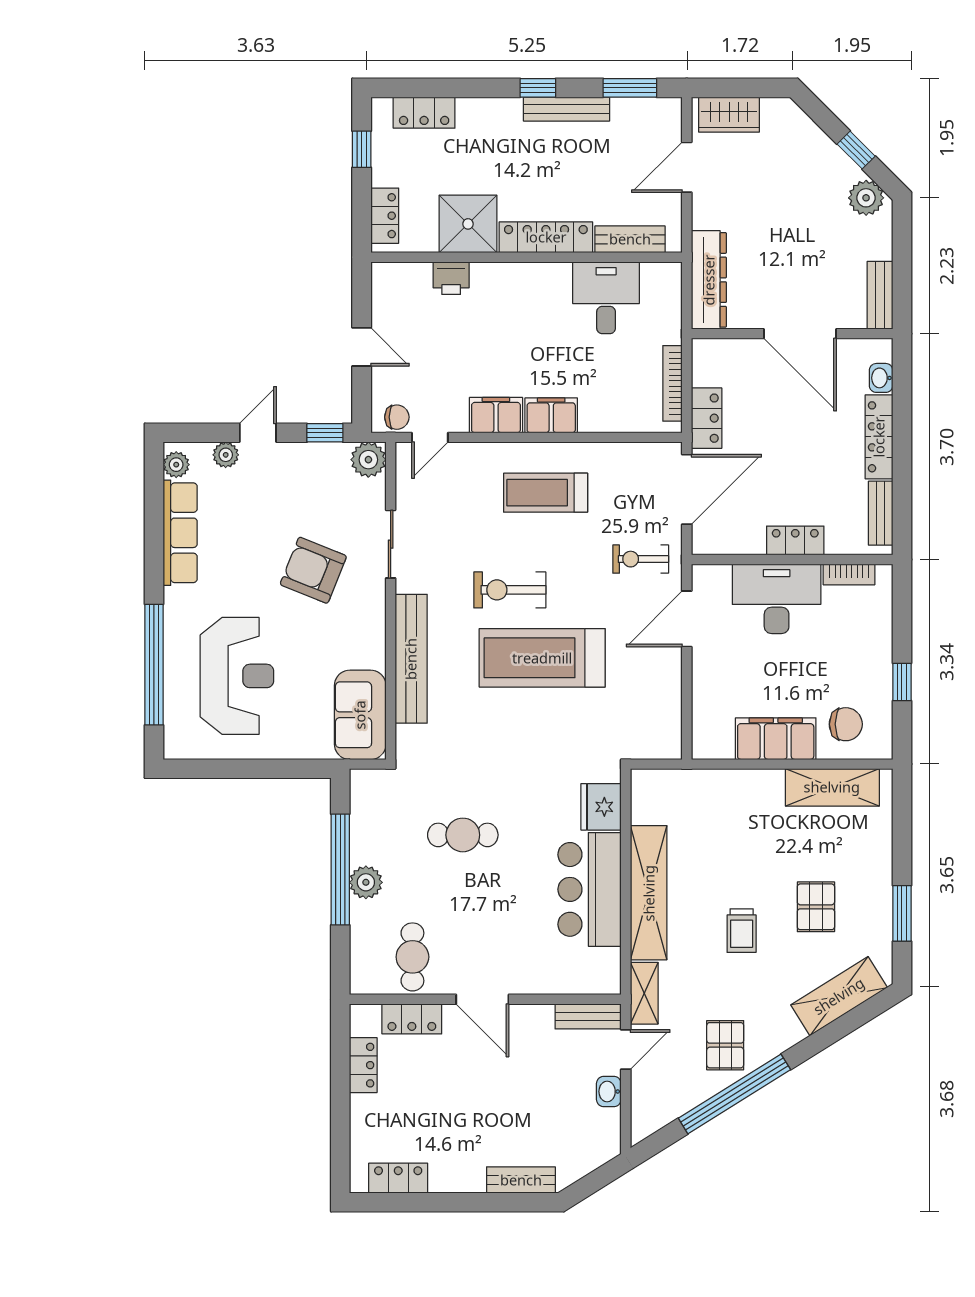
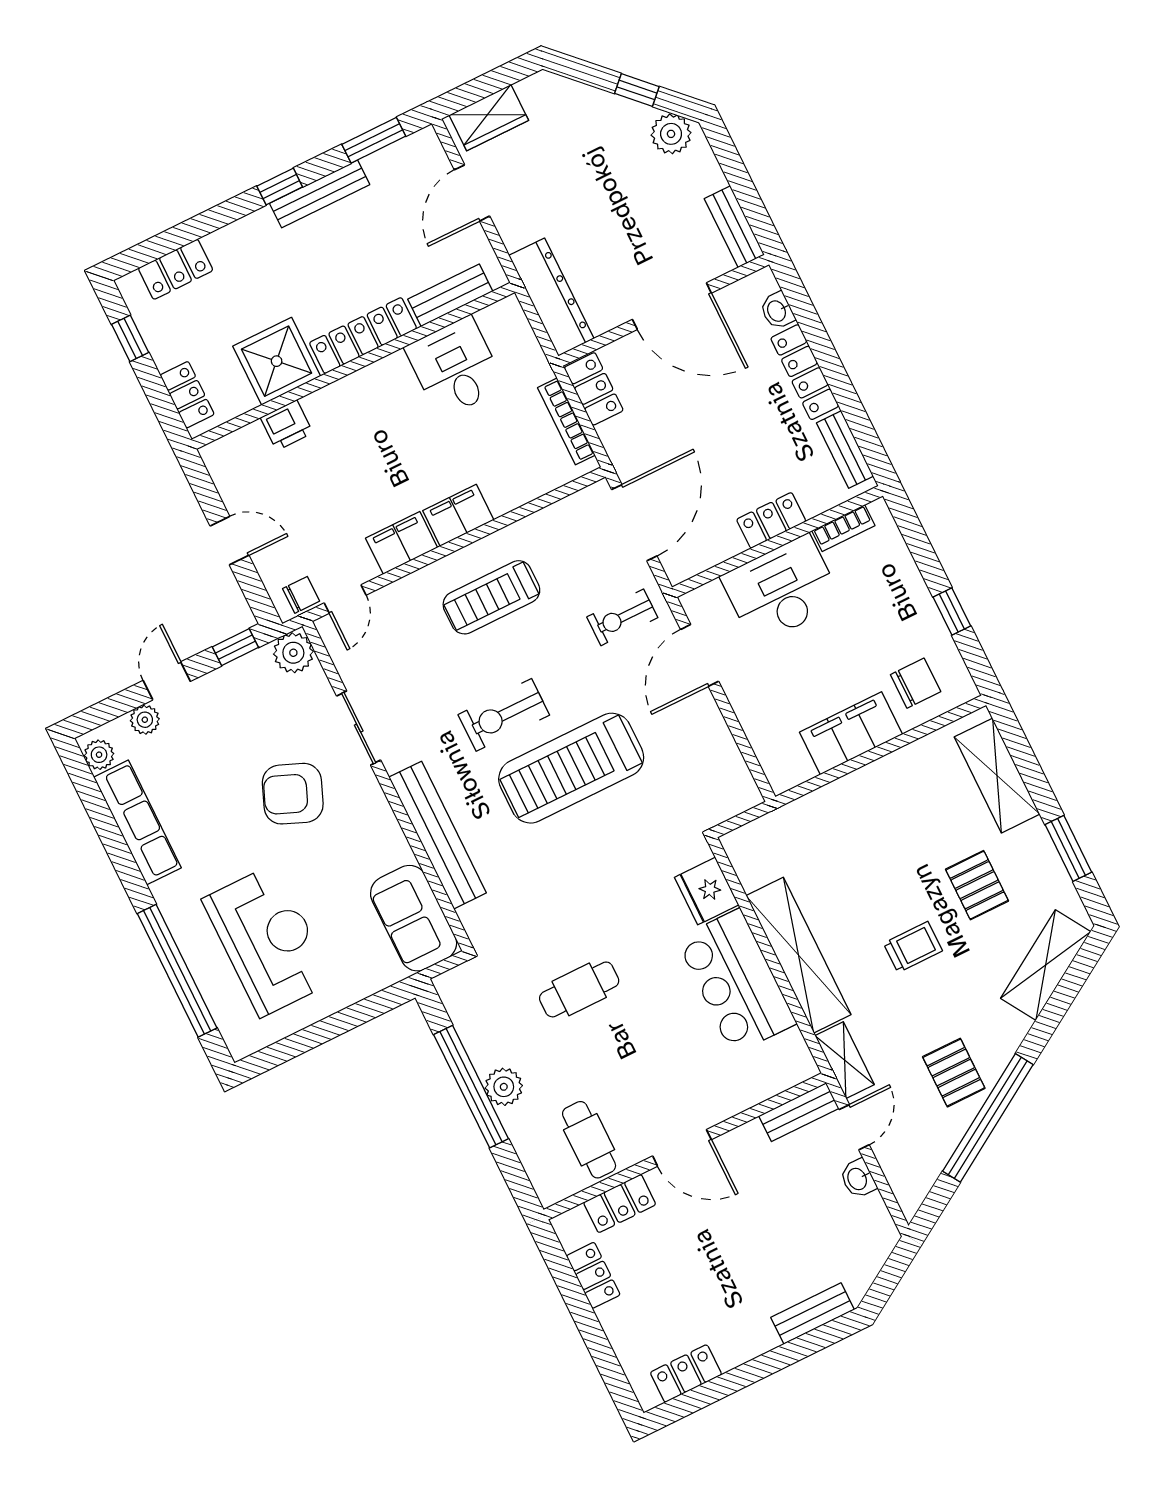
locker: (707, 418) -> (594, 389), moved
shelving: (832, 787) -> (997, 776), moved, turned 90
trolley: (742, 931) -> (913, 947), turned -90

